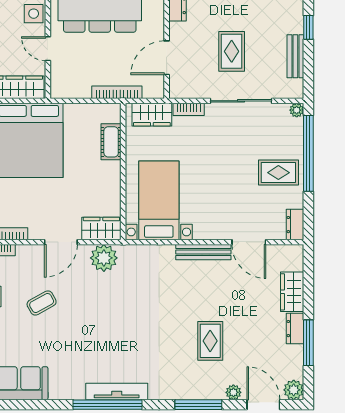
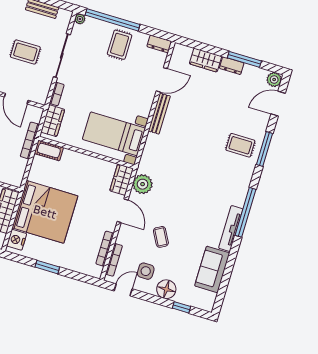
cot: (111, 142) -> (49, 151), moved
rug: (210, 341) -> (240, 145), moved
tv unit: (117, 392) -> (231, 228), moved
plant: (233, 392) -> (263, 122), removed

